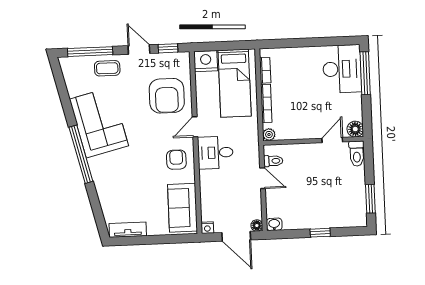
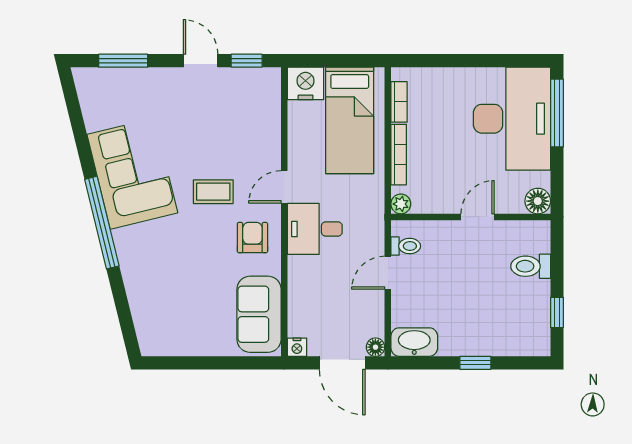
window: (90, 52) -> (123, 61), width x0.69
coffee table: (107, 68) -> (213, 192), moved
desk: (342, 69) -> (512, 119), width x1.36, depth x1.30
armchair: (167, 96) -> (242, 136), removed
door: (332, 140) -> (478, 217), moved
toilet: (357, 154) -> (531, 266), moved, turned 90
door: (263, 178) -> (388, 273), swing flipped
window: (370, 199) -> (557, 312), width x0.67
washbasin: (274, 224) -> (414, 342), width x1.91, depth x1.45
tv unit: (128, 230) -> (171, 345), removed

